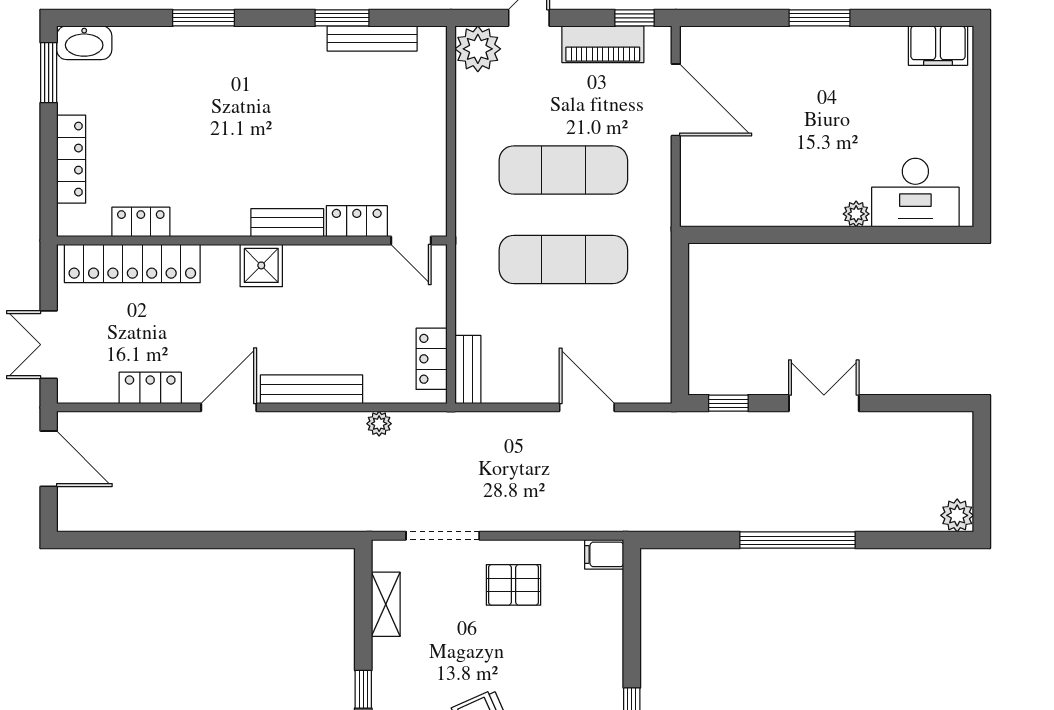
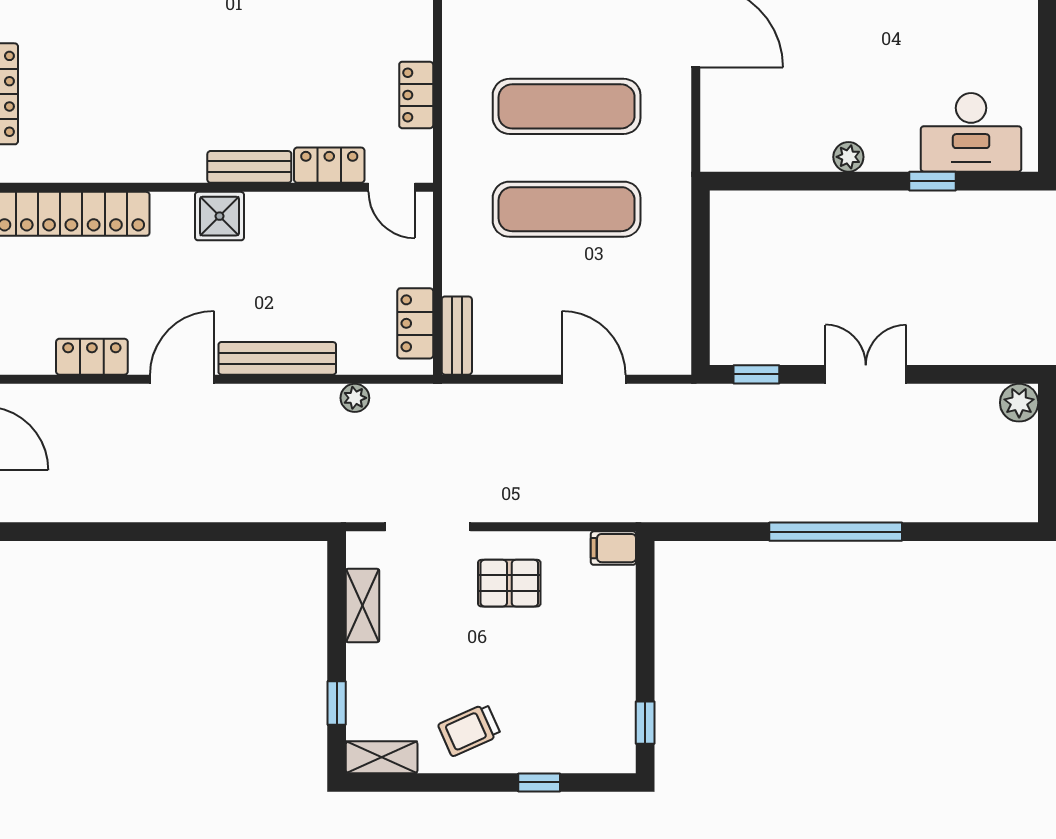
plant: (856, 214) -> (848, 157), moved
locker: (141, 222) -> (416, 95), moved, turned -90
window: (882, 235) -> (933, 181), added
plant: (957, 515) -> (1019, 403), moved

